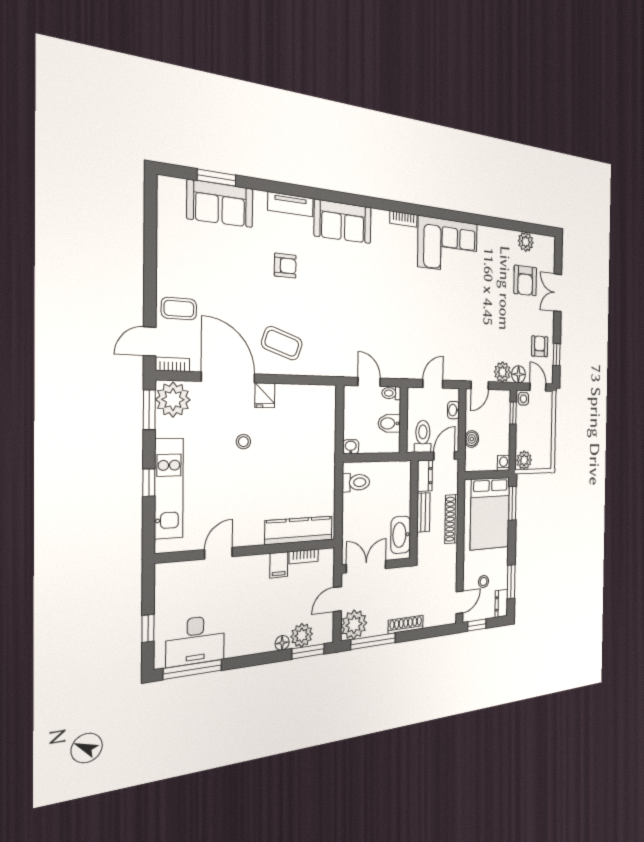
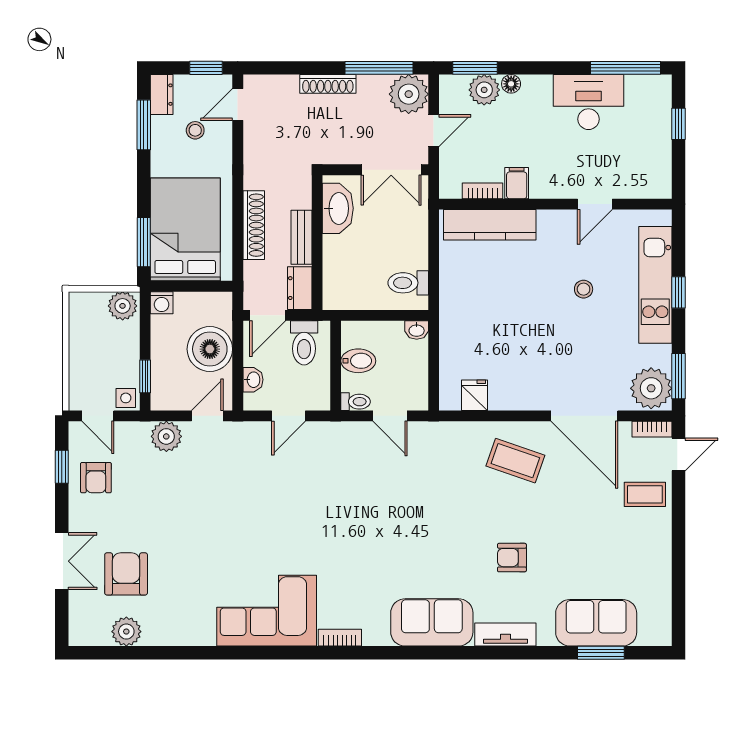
floor lamp: (518, 374) -> (136, 434), removed
fridge: (265, 395) -> (475, 395), moved
boiler: (472, 439) -> (210, 349), width x1.86, depth x1.86
stool: (243, 442) -> (584, 289), moved
desk: (195, 640) -> (588, 102), moved

